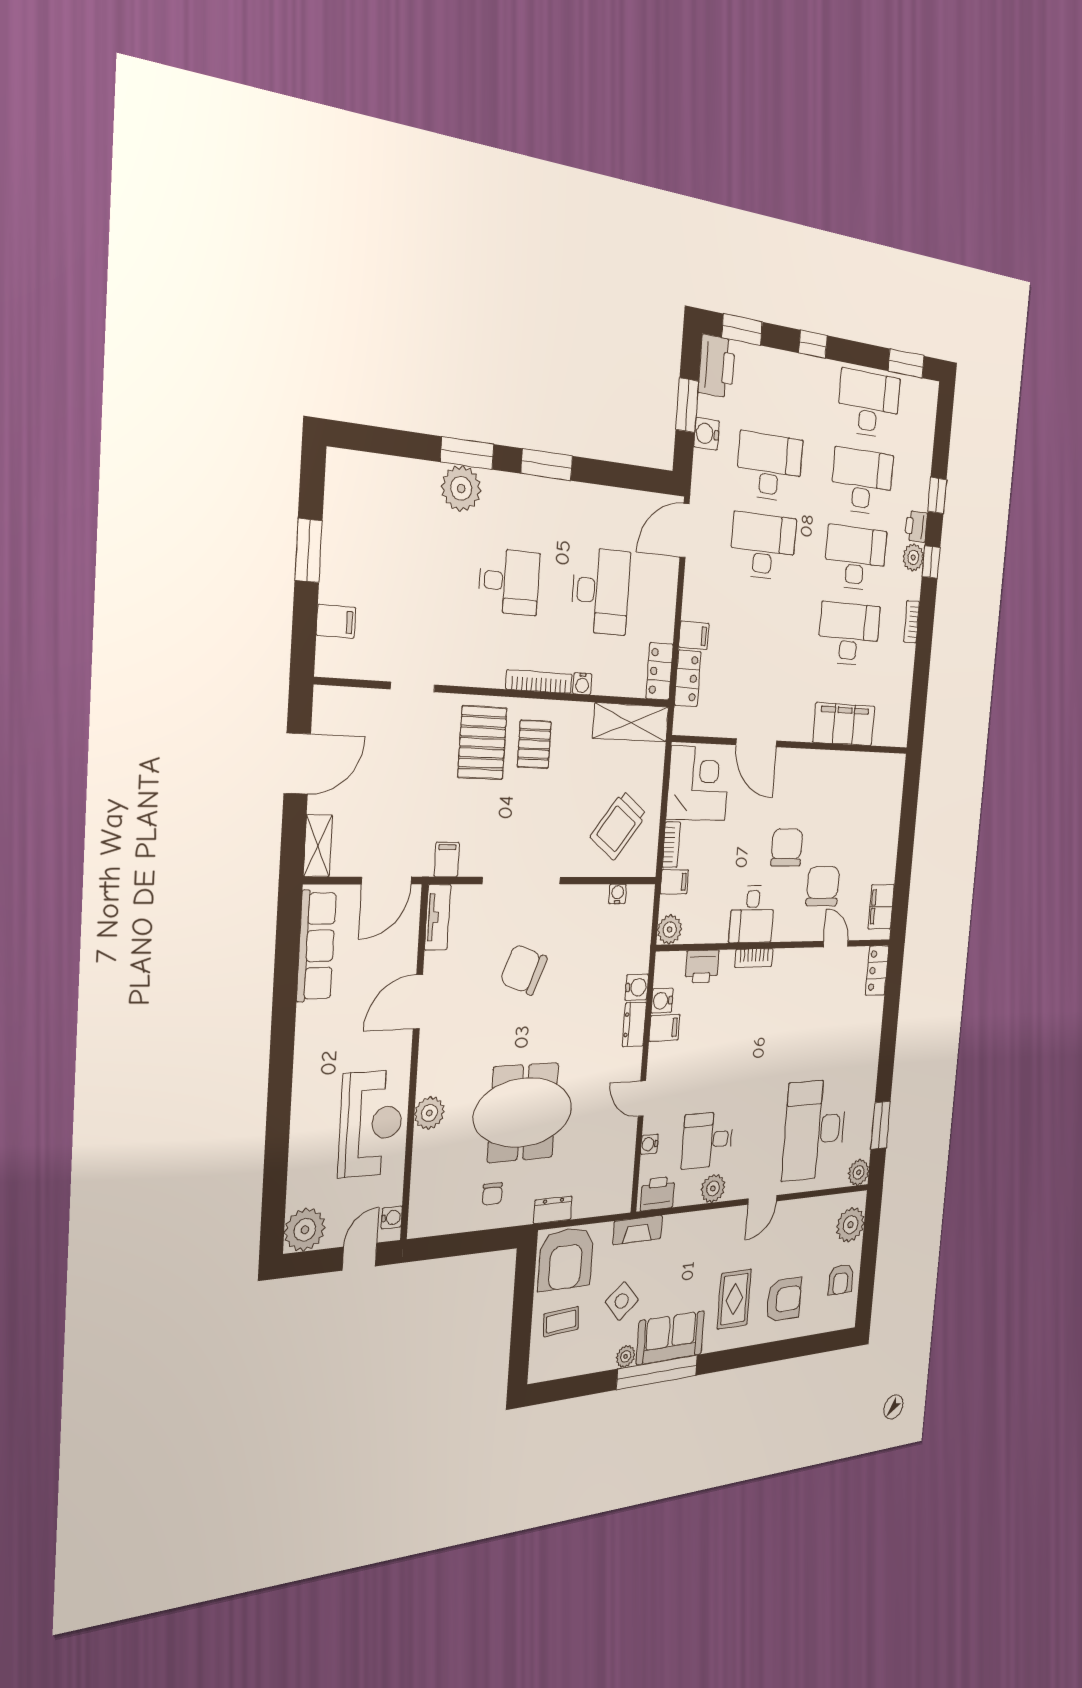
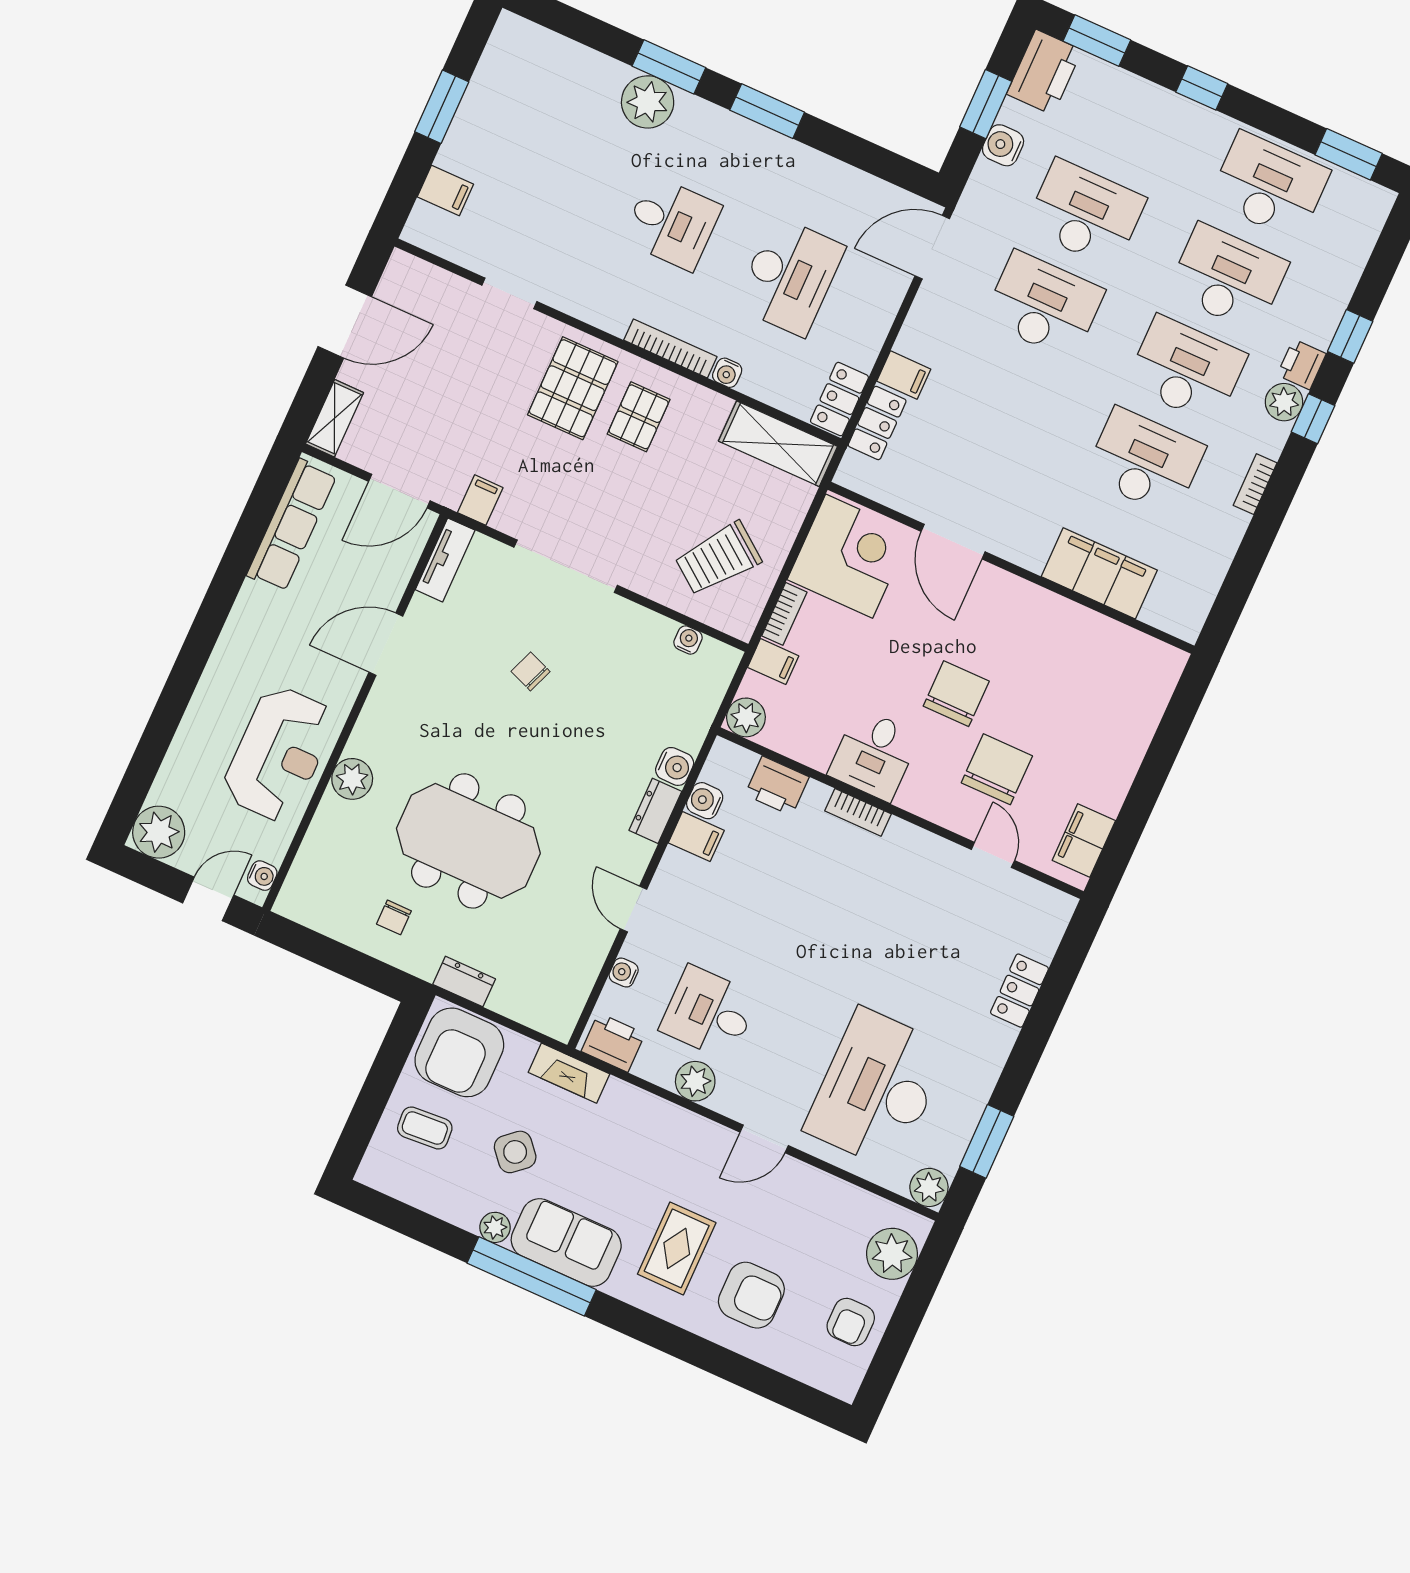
chair: (524, 970) -> (531, 671), width x0.54, depth x0.54
locker: (877, 970) -> (1019, 991), moved

